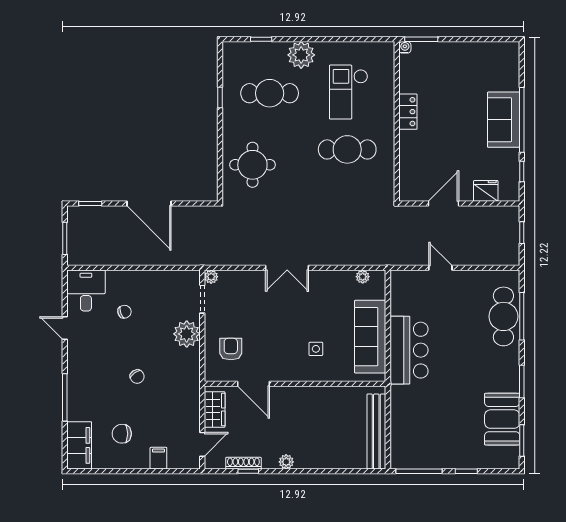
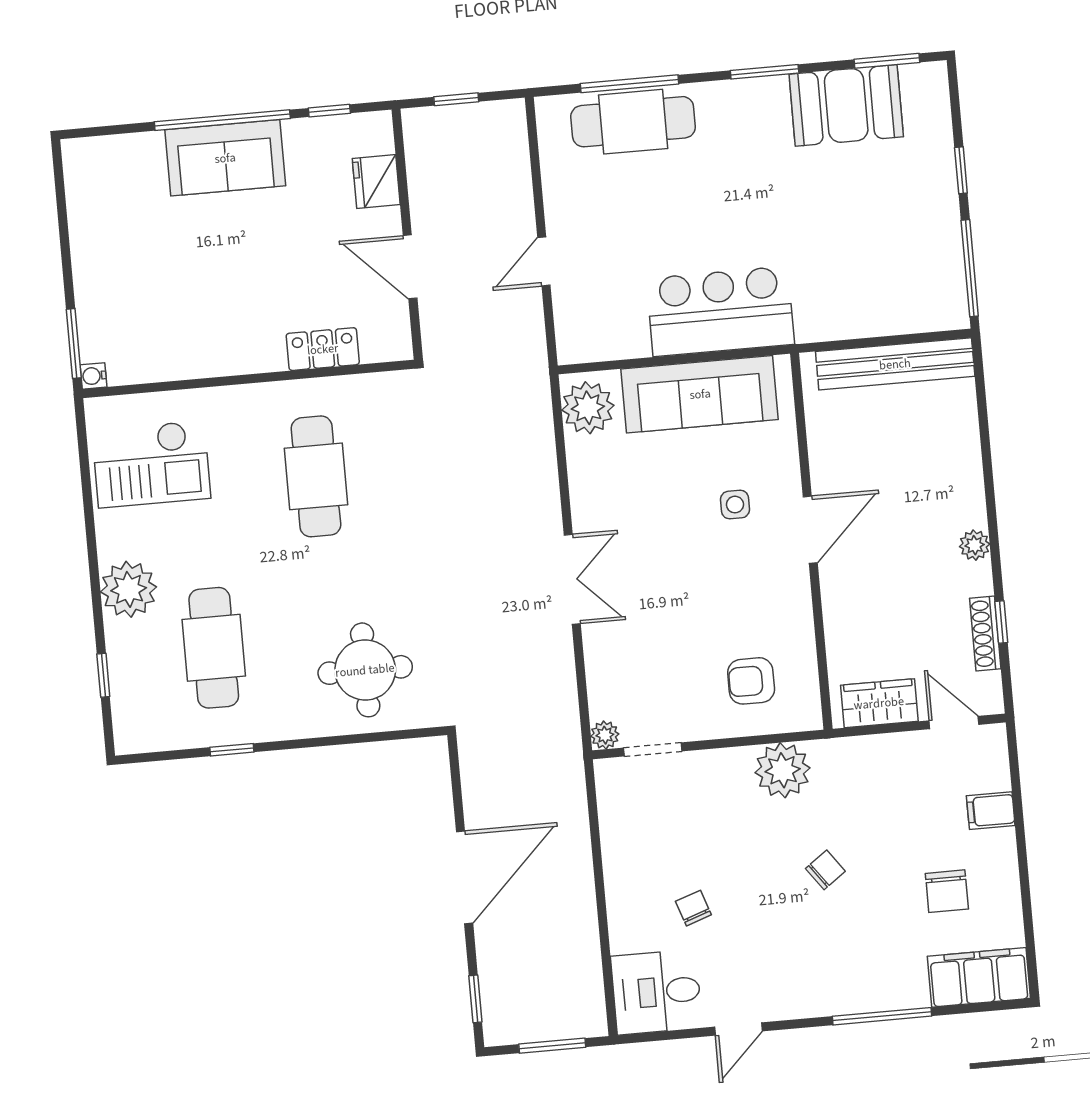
checkout: (349, 92) -> (151, 464), moved
locker: (408, 112) -> (323, 349), moved
plant: (363, 277) -> (588, 408), width x1.87, depth x1.87
plant: (187, 334) -> (783, 770), moved
door: (253, 384) -> (810, 530), moved

